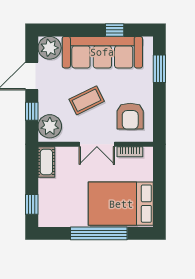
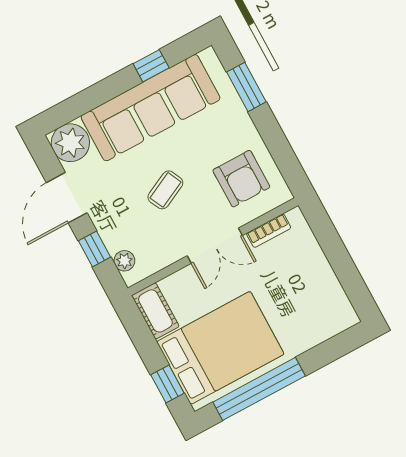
coffee table: (87, 100) -> (165, 190), width x0.73, depth x0.77
plant: (50, 126) -> (124, 261), width x0.53, depth x0.53
bed: (121, 204) -> (220, 348), moved, turned 180
window: (99, 233) -> (259, 389), moved

